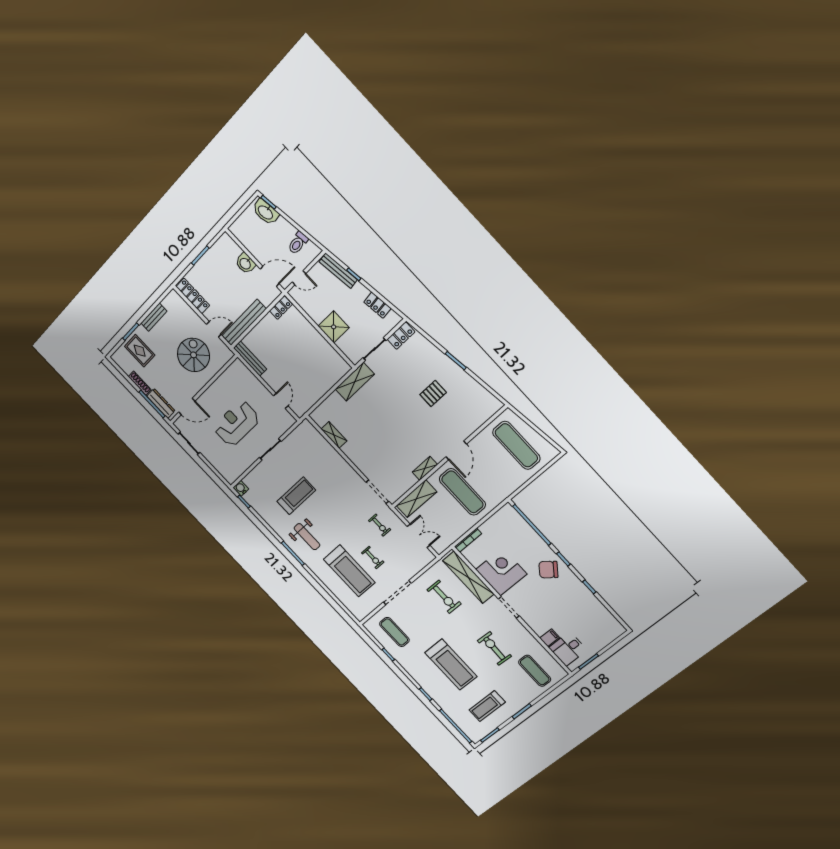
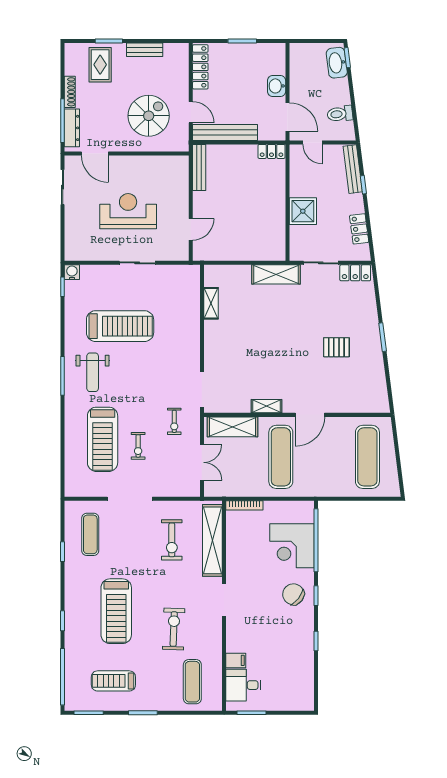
treadmill: (296, 496) -> (120, 326), width x1.37, depth x1.38
corner desk: (501, 572) -> (292, 546), moved, turned 180

